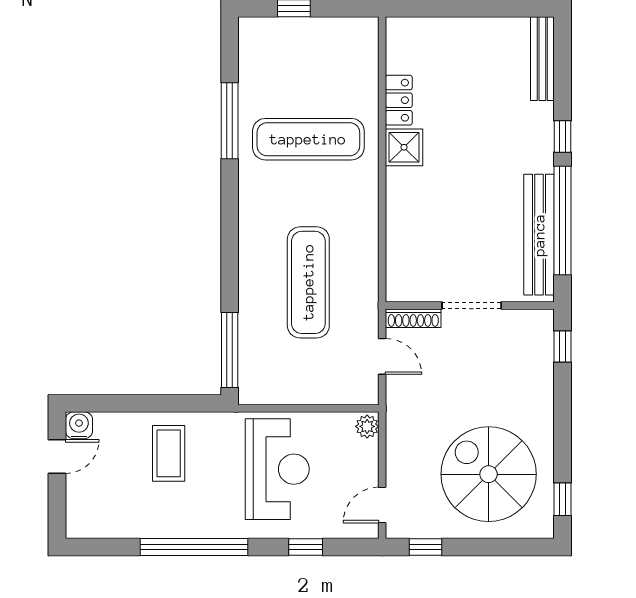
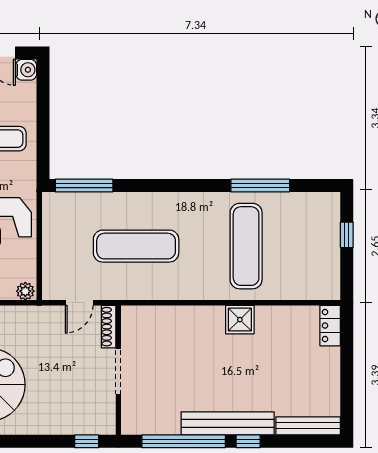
locker: (399, 100) -> (330, 326), moved, turned 90
bench: (539, 235) -> (228, 423), moved

